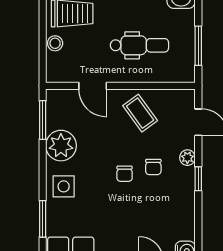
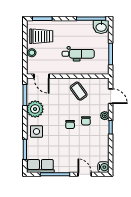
door: (93, 86) -> (42, 76), moved

